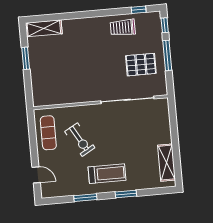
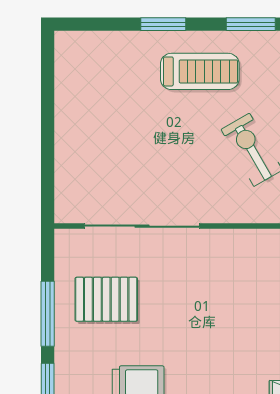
shelving: (167, 163) -> (70, 84), removed
treadmill: (107, 174) -> (200, 71), turned 180

